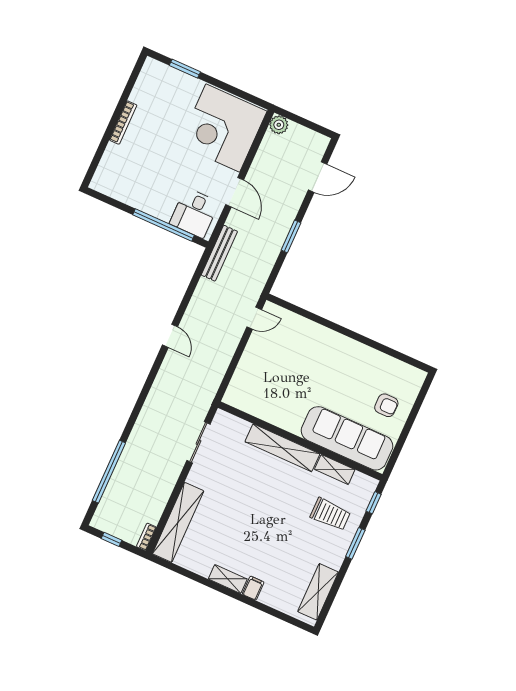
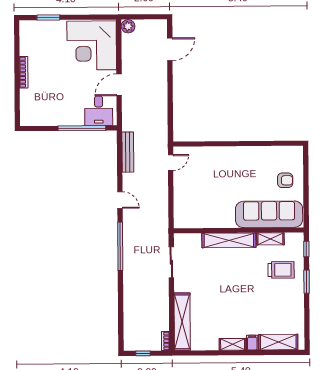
door: (235, 192) -> (119, 85), swing flipped
window: (291, 236) -> (170, 97), removed
bench: (219, 253) -> (128, 152), moved
window: (109, 472) -> (120, 246), moved
shelving: (318, 592) -> (278, 342), moved, turned 90

